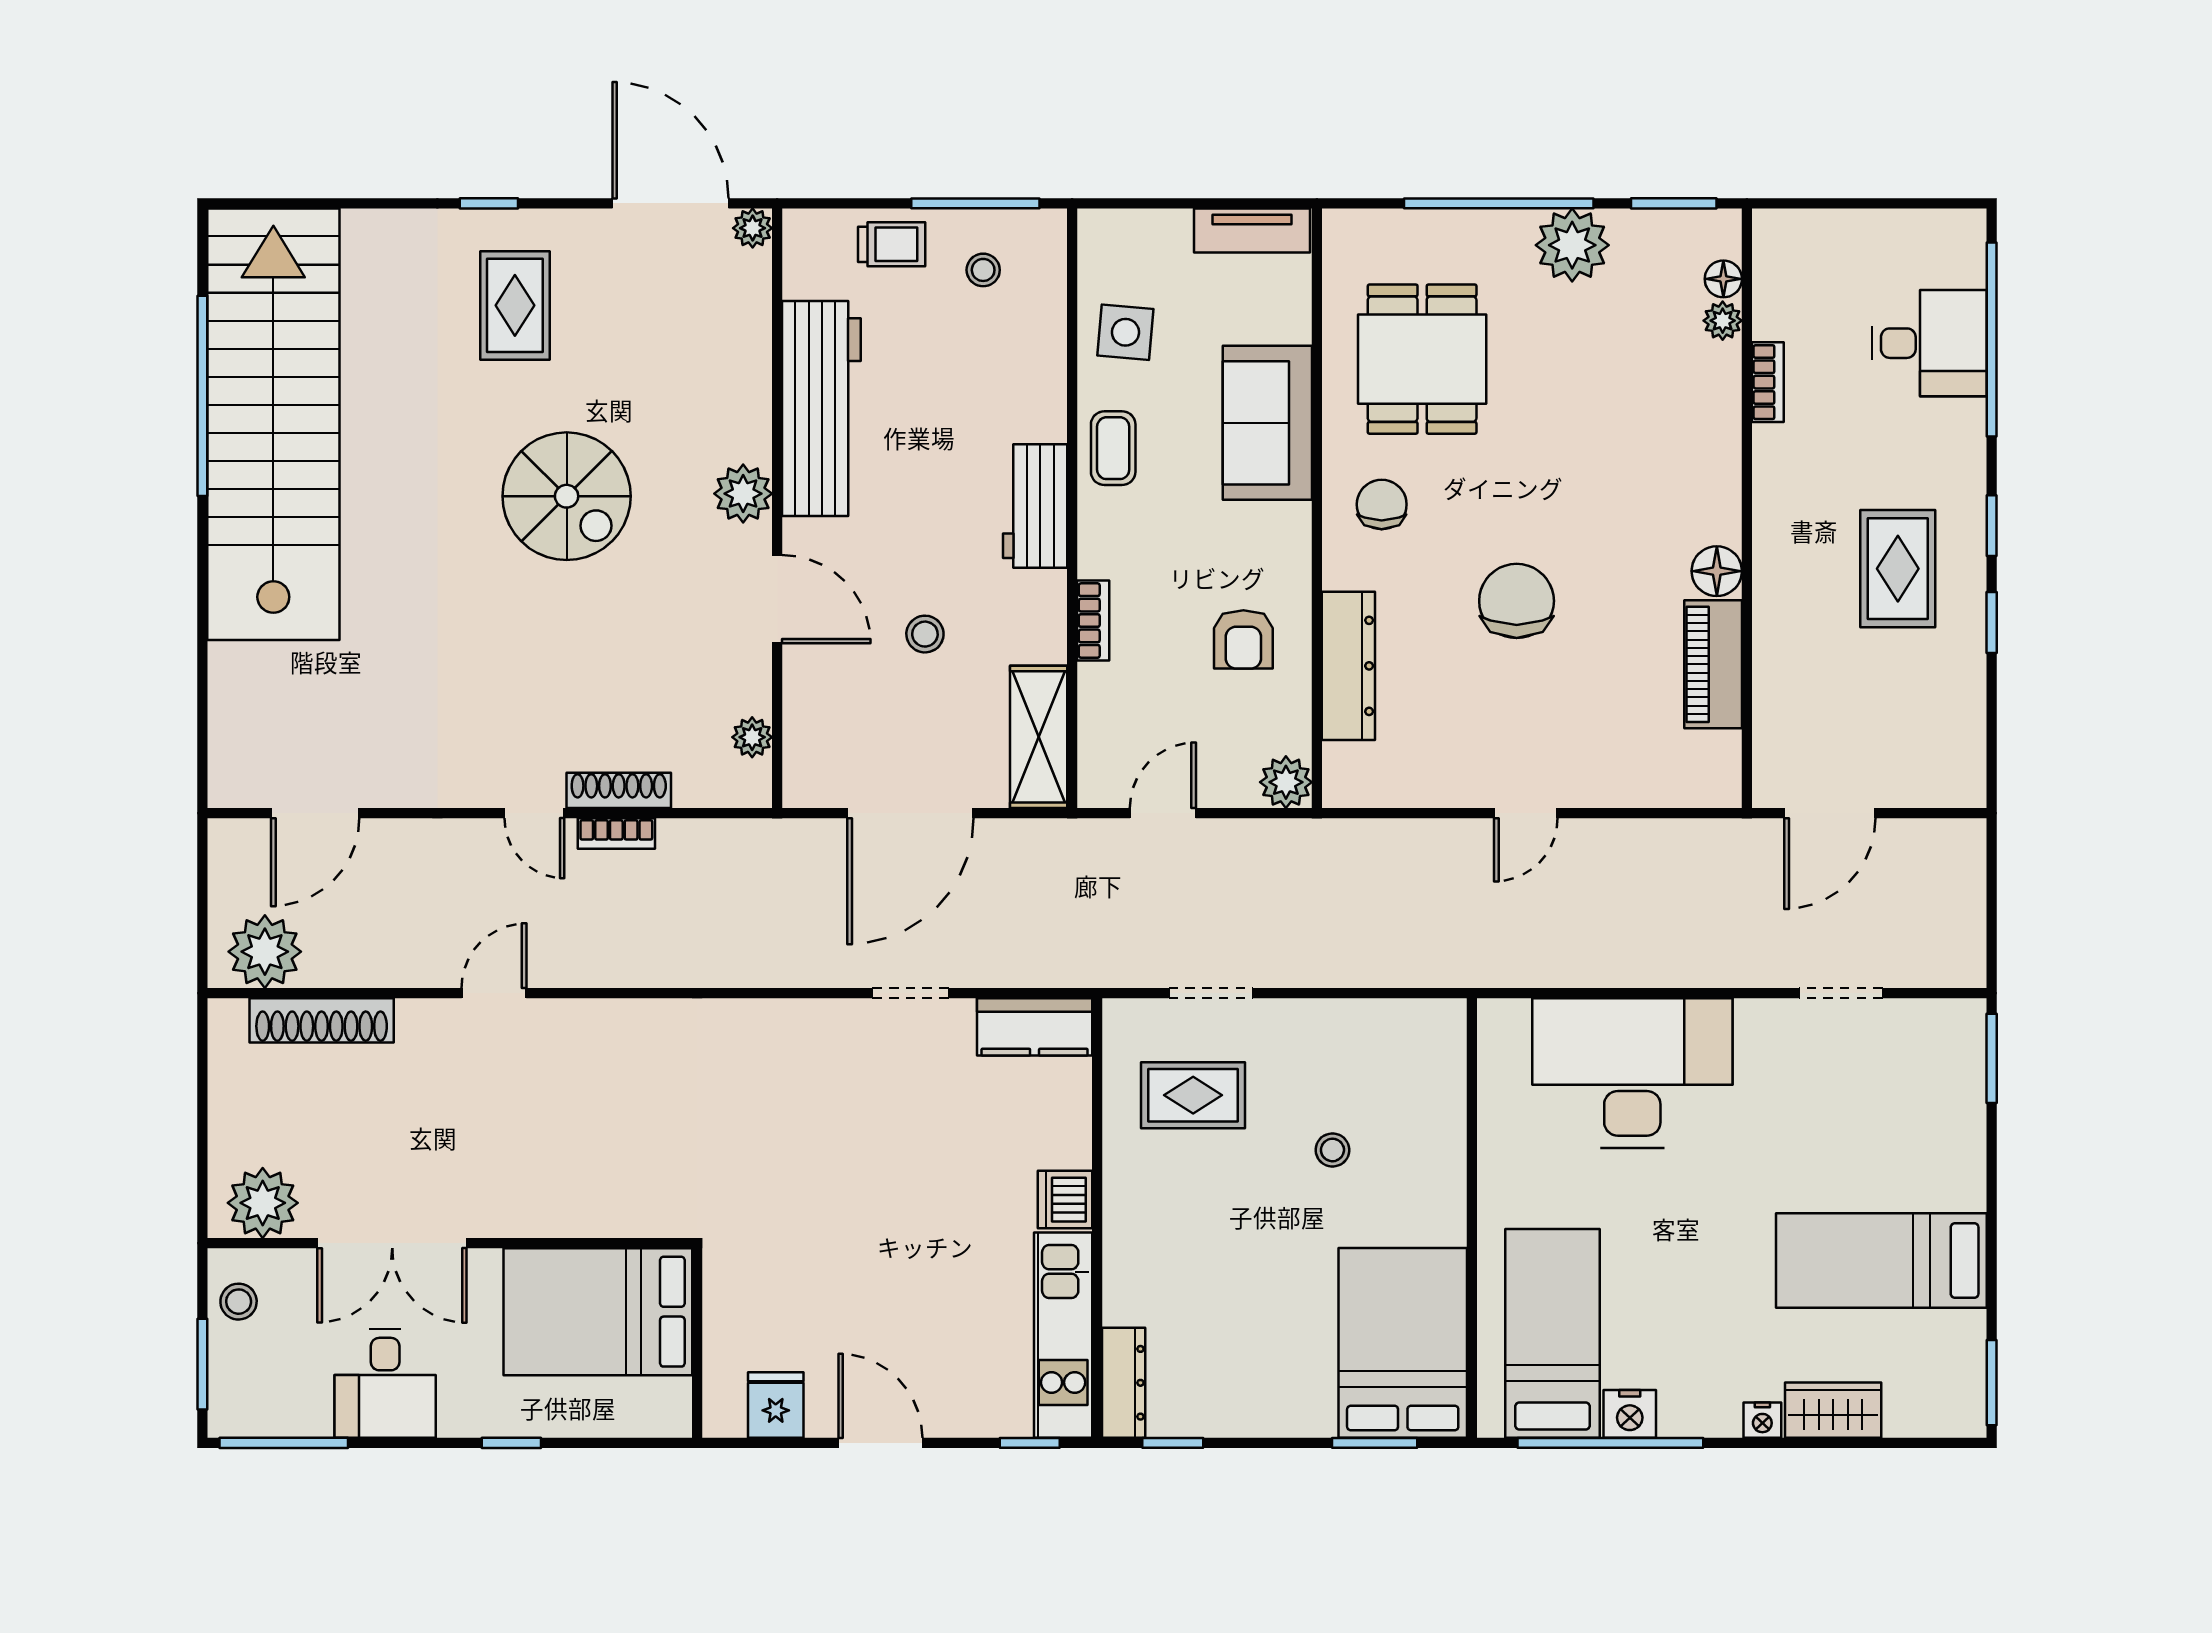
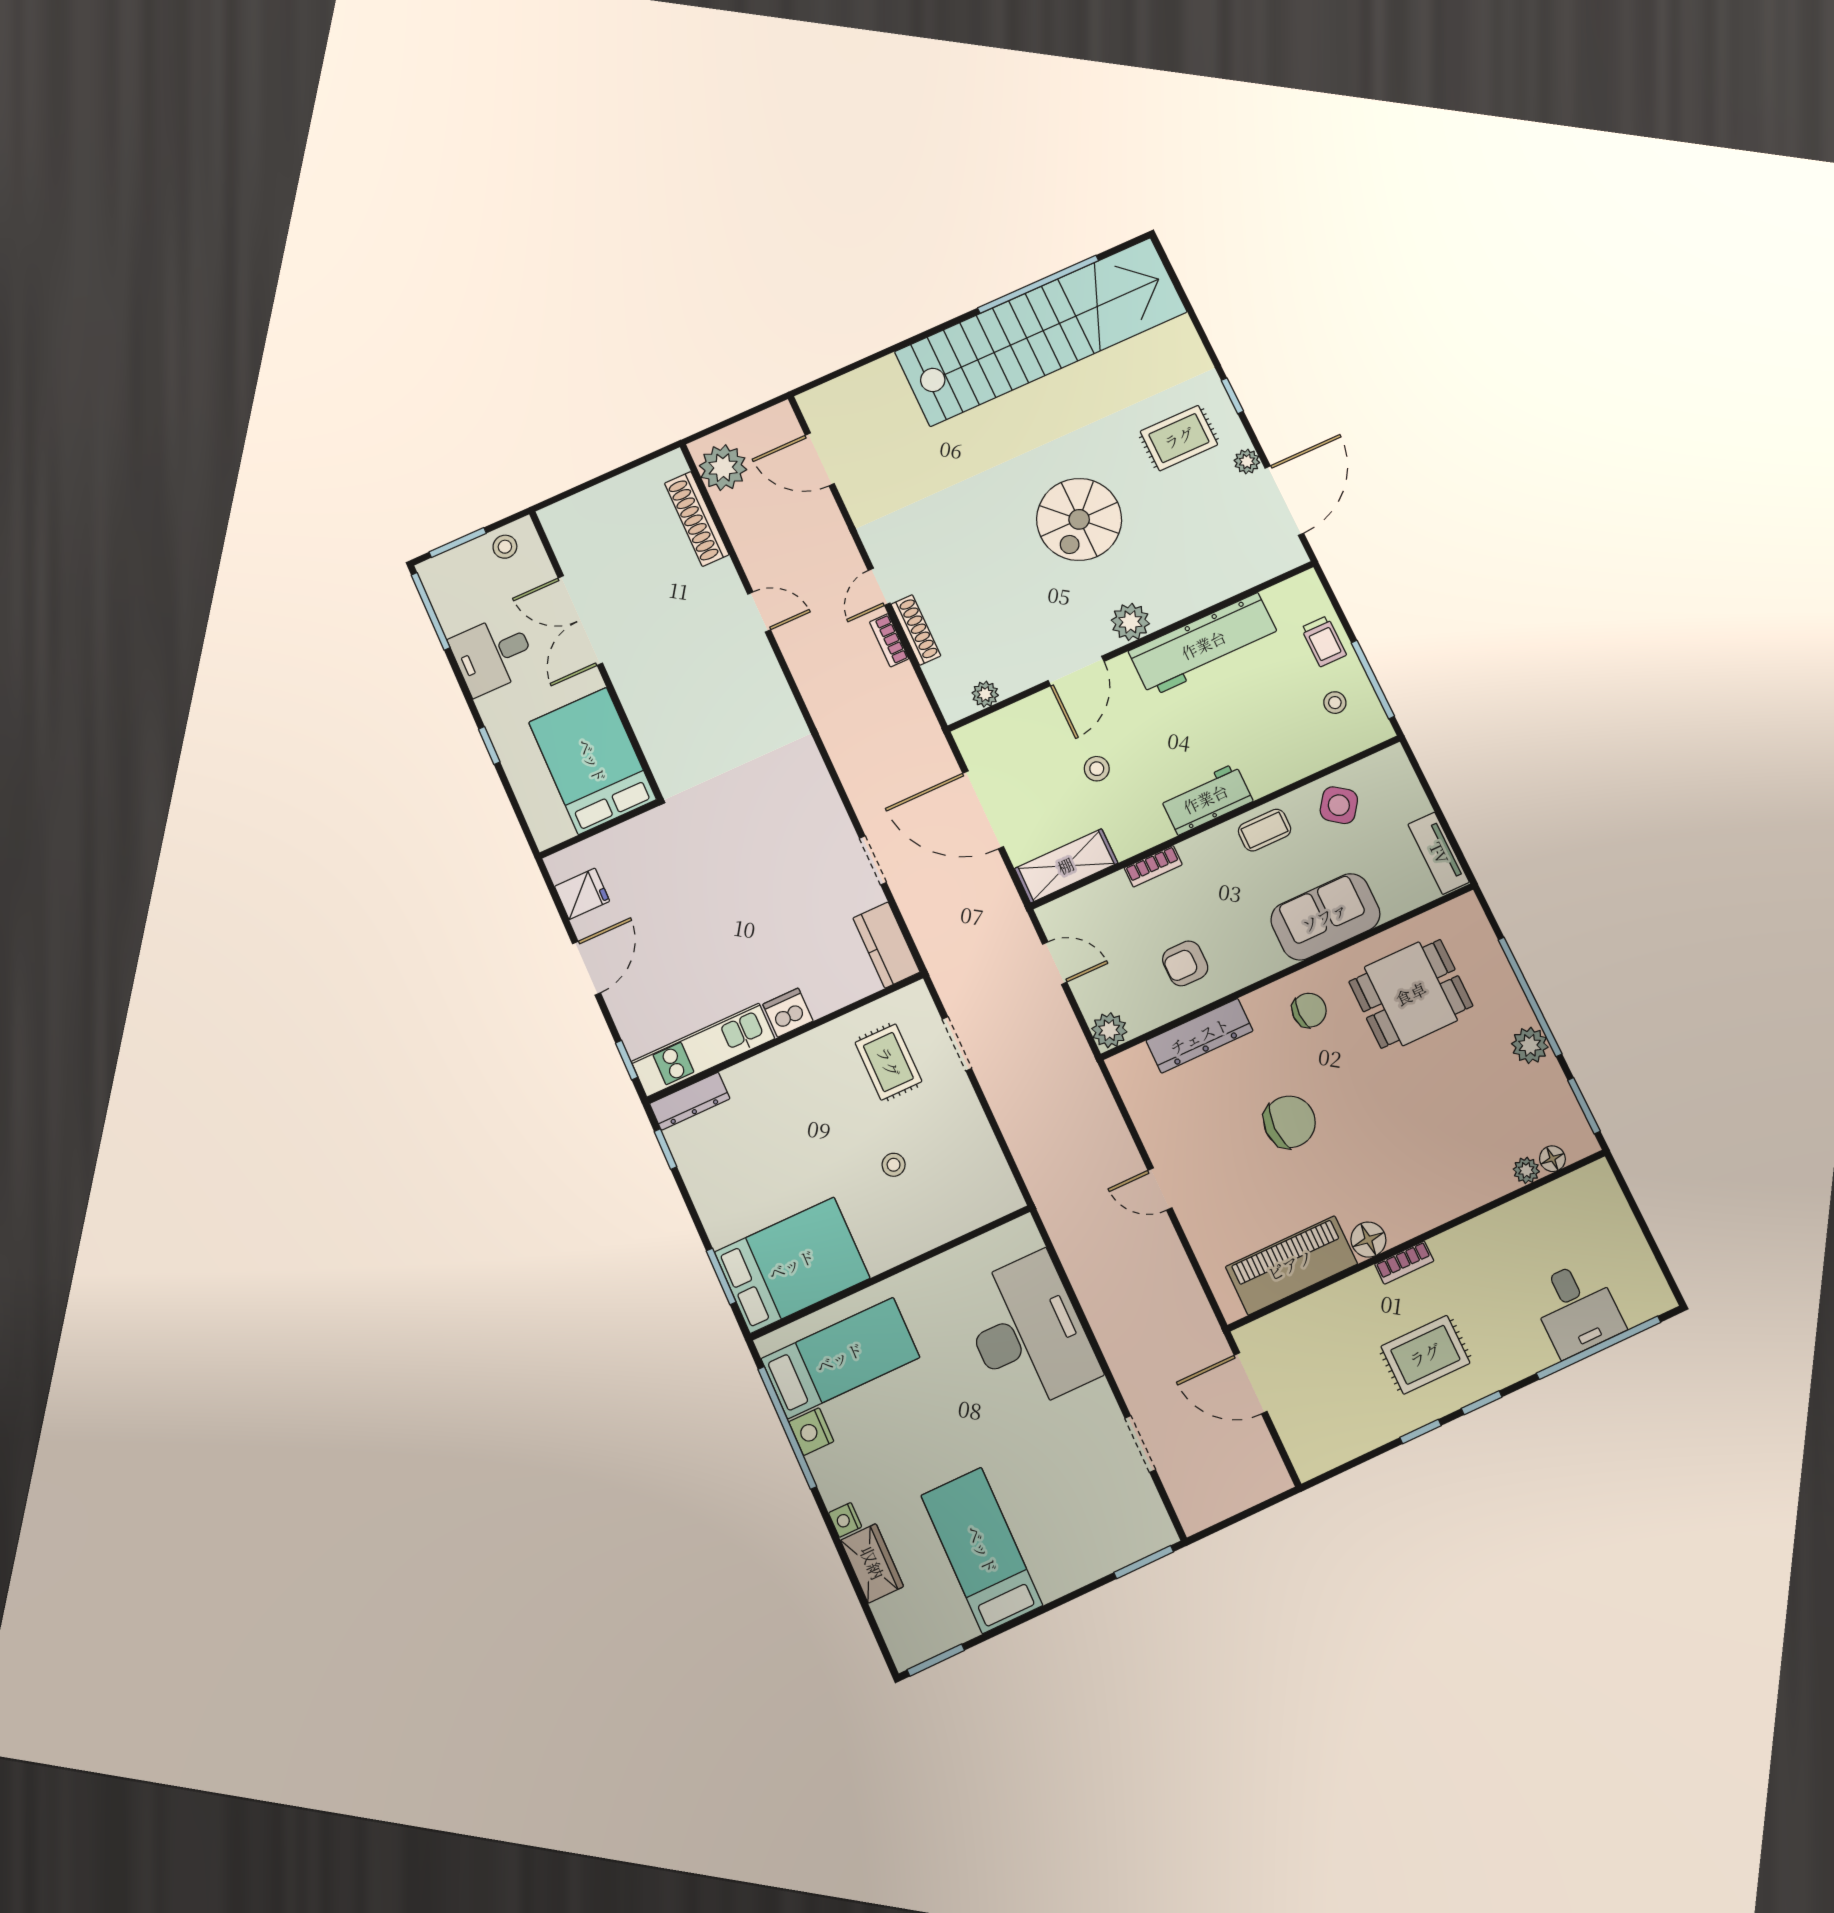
plant: (753, 228) -> (1247, 461), moved
plant: (1572, 245) -> (1530, 1045), width x0.73, depth x0.73
side table: (1125, 332) -> (1339, 805), turned 31
bookcase: (1768, 382) -> (1404, 1263), moved
piano: (1713, 664) -> (1291, 1265), width x1.37, depth x1.33
plant: (263, 1203) -> (571, 534), removed

